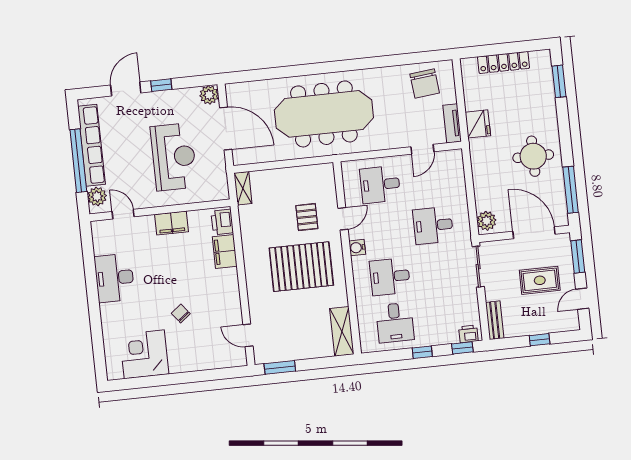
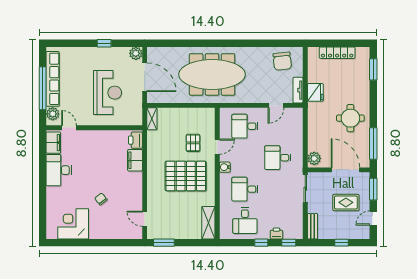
door: (126, 89) -> (80, 43), removed
filing cabinet: (172, 223) -> (53, 143), moved, turned -90
printer: (468, 334) -> (276, 233), moved

